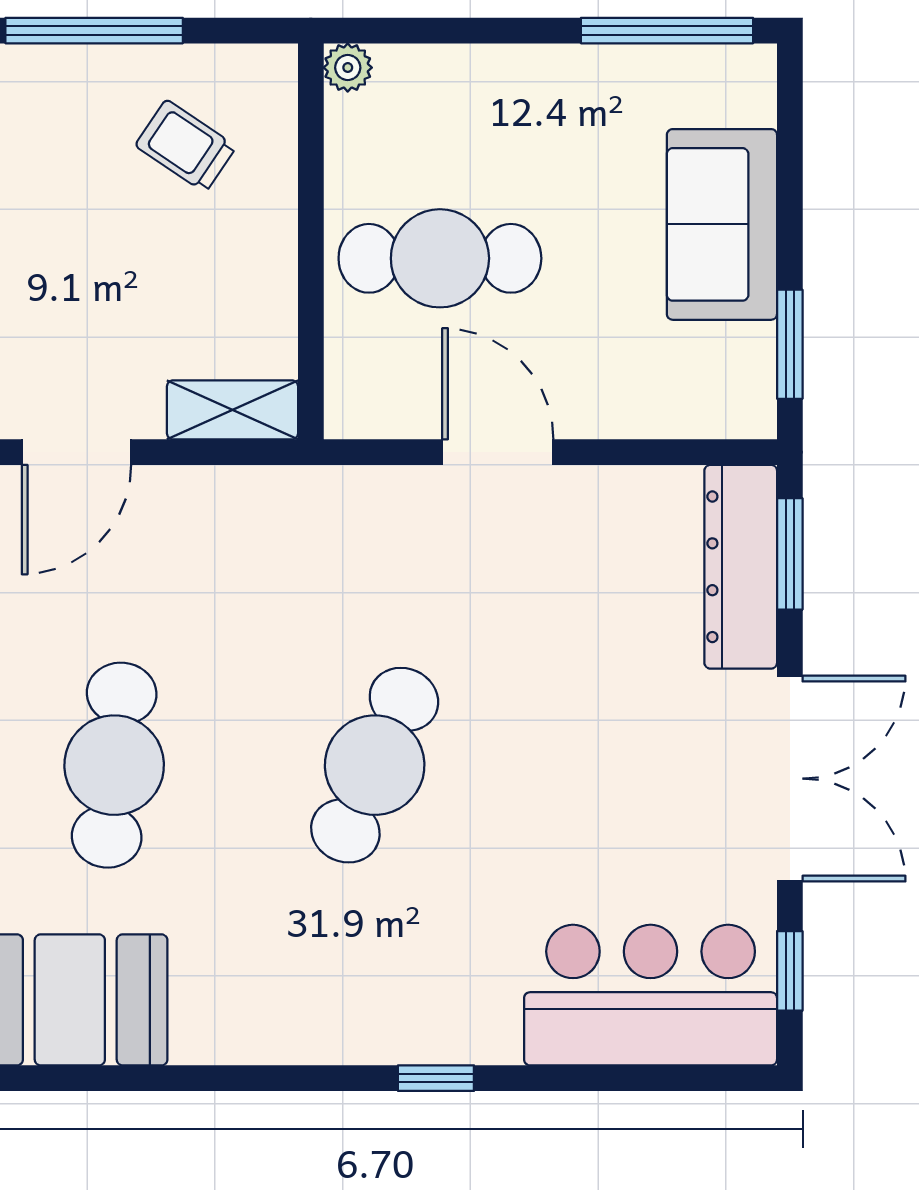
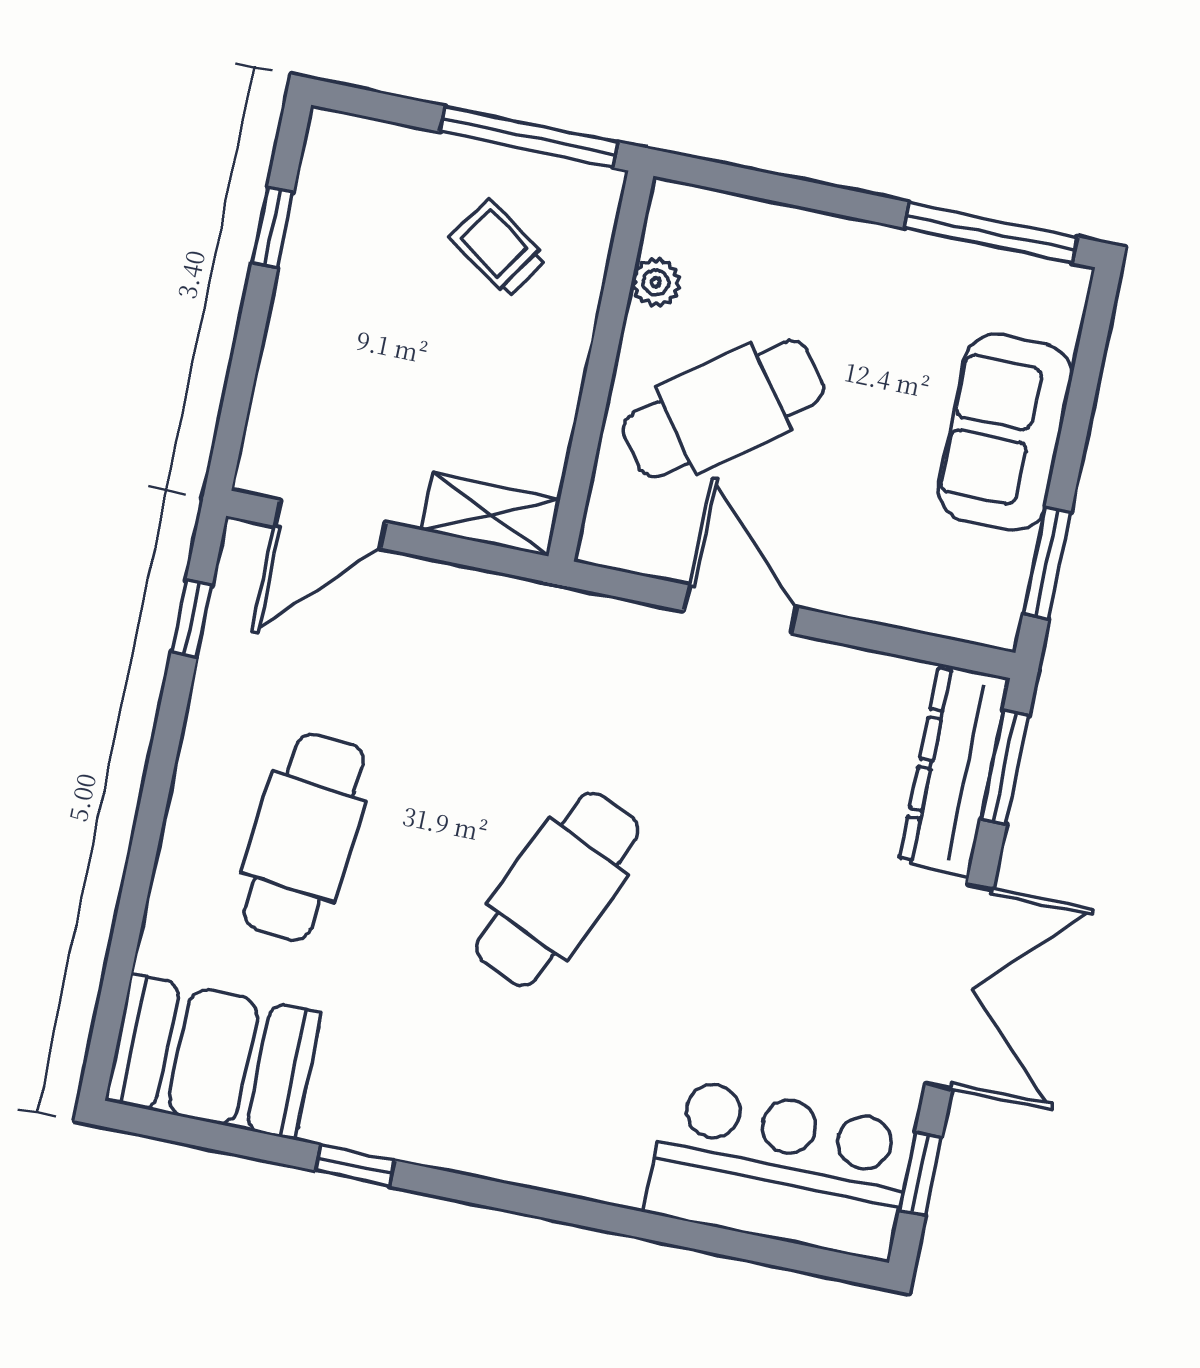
window: (94, 31) -> (529, 137), moved
plant: (348, 68) -> (656, 282), moved
cafe table: (440, 258) -> (723, 409), turned -37
window: (436, 1078) -> (355, 1165), moved

